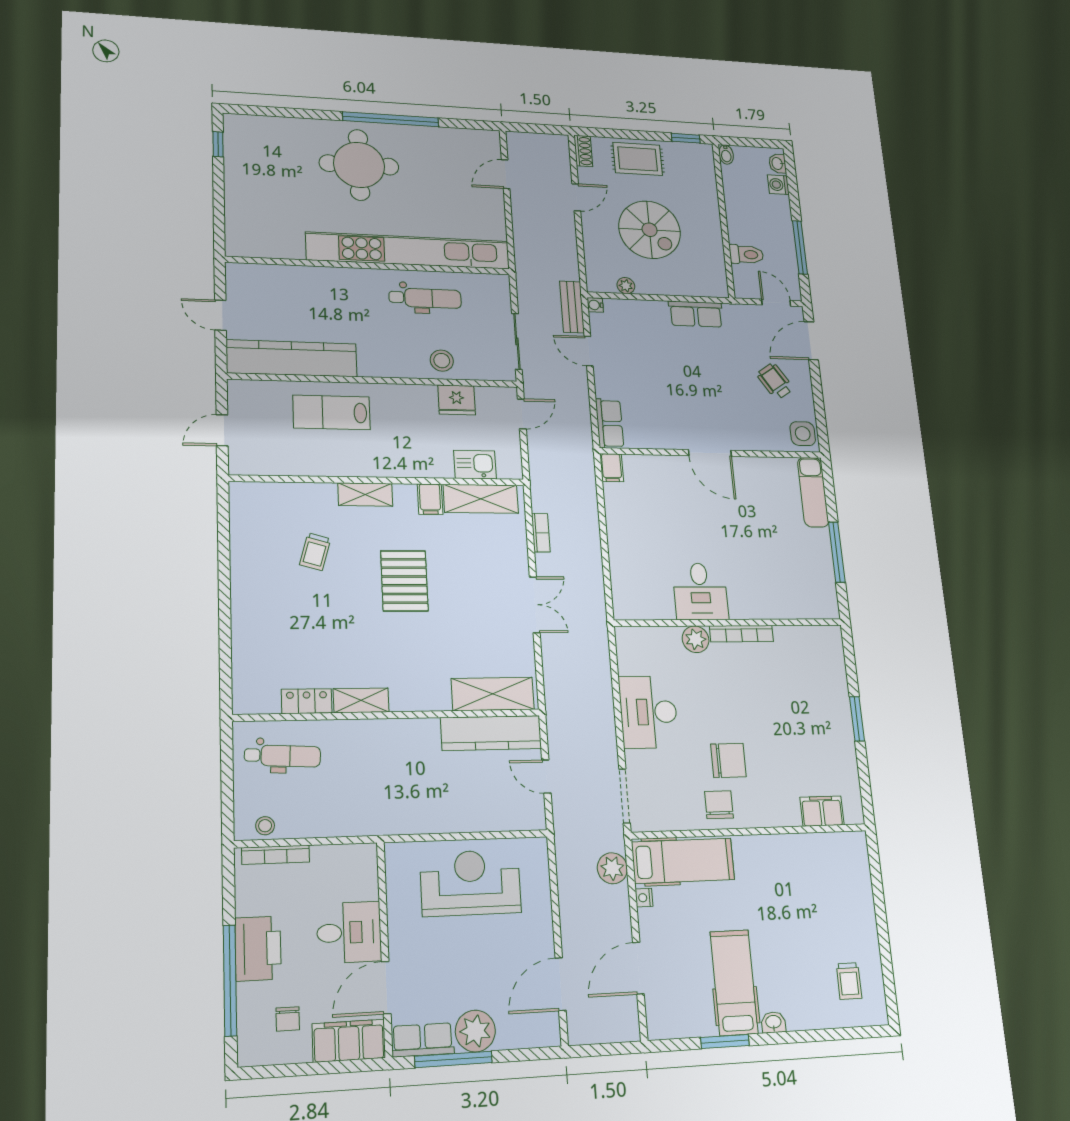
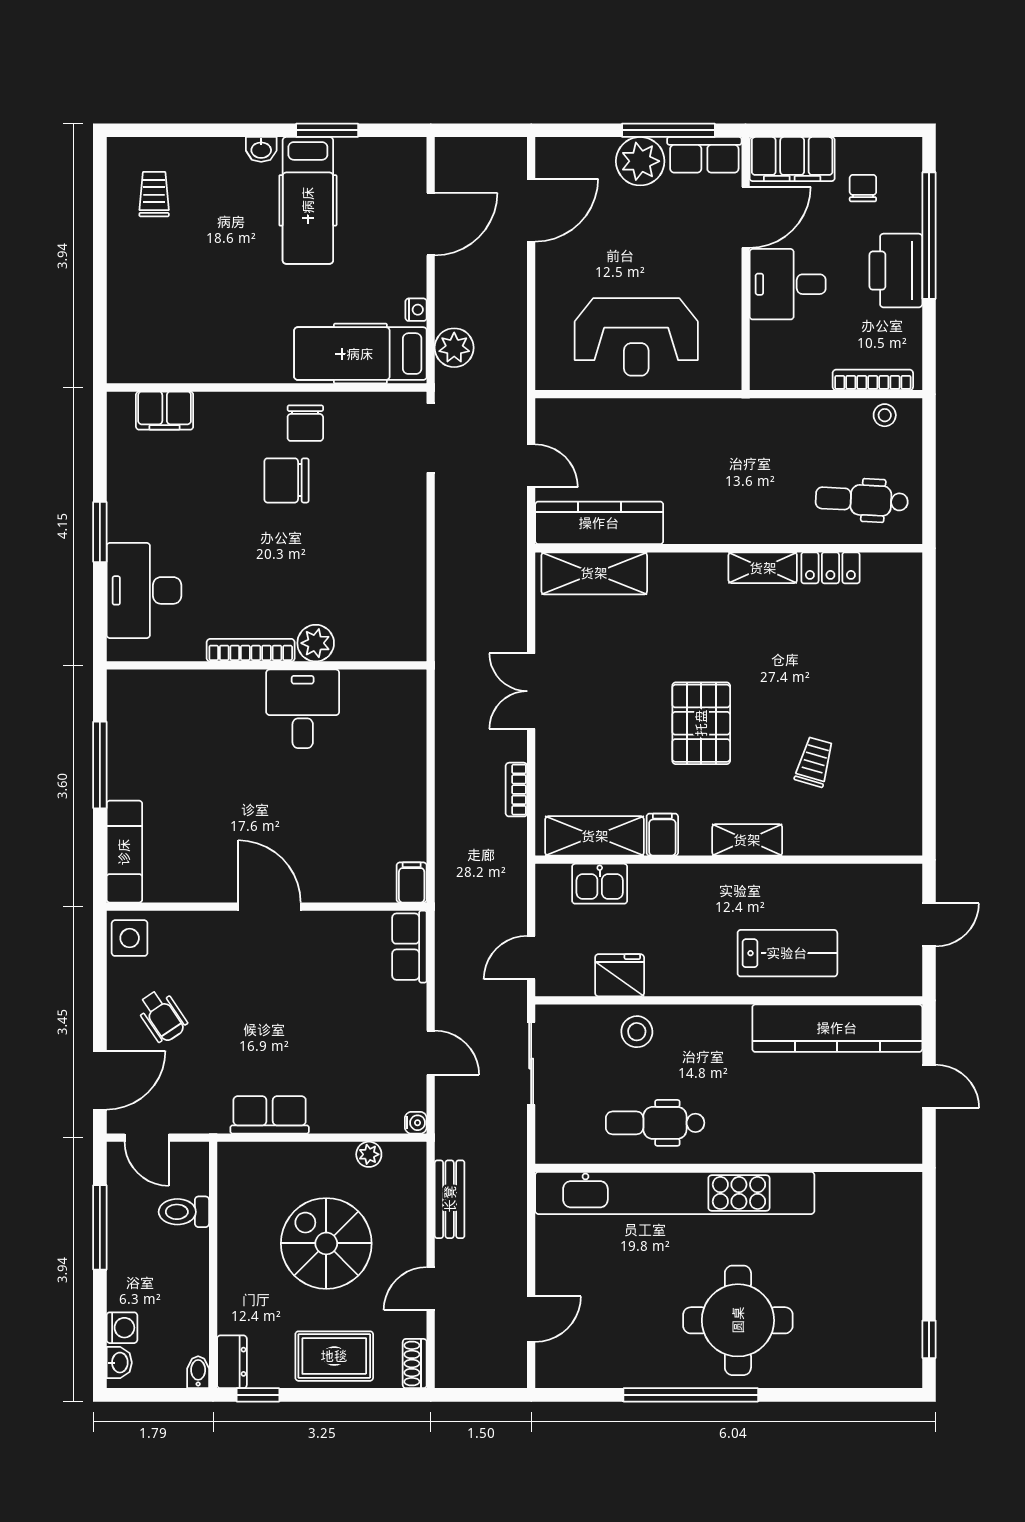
dresser: (705, 160) -> (232, 1362), added
bench: (572, 307) -> (450, 1199), moved
desk: (648, 712) -> (144, 590), moved, turned 180

